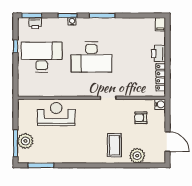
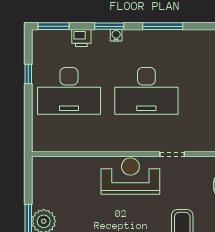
printer: (35, 23) -> (81, 38), moved
desk: (42, 57) -> (69, 91), turned 180
reception desk: (56, 114) -> (130, 176), moved

